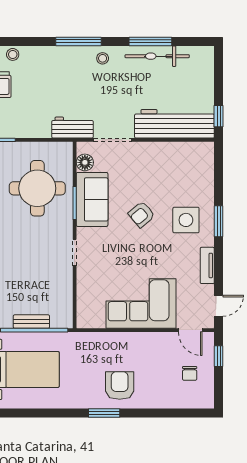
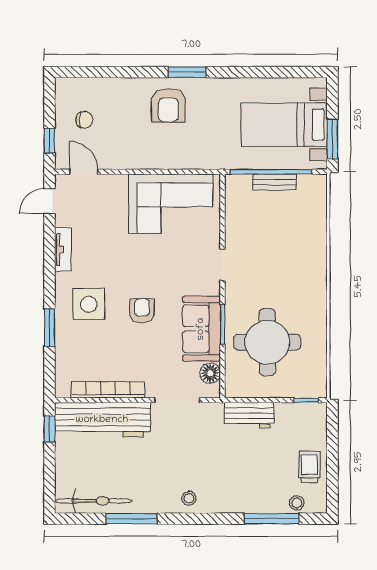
window: (78, 41) -> (272, 519), moved
bicycle: (157, 56) -> (93, 501), moved
workbench: (72, 128) -> (249, 415), moved
bookcase: (170, 149) -> (108, 390), added
armchair: (142, 214) -> (142, 311), turned -50
window: (219, 221) -> (50, 328), moved
corner sofa: (141, 303) -> (171, 204), moved
chair: (190, 373) -> (84, 120), turned 90

